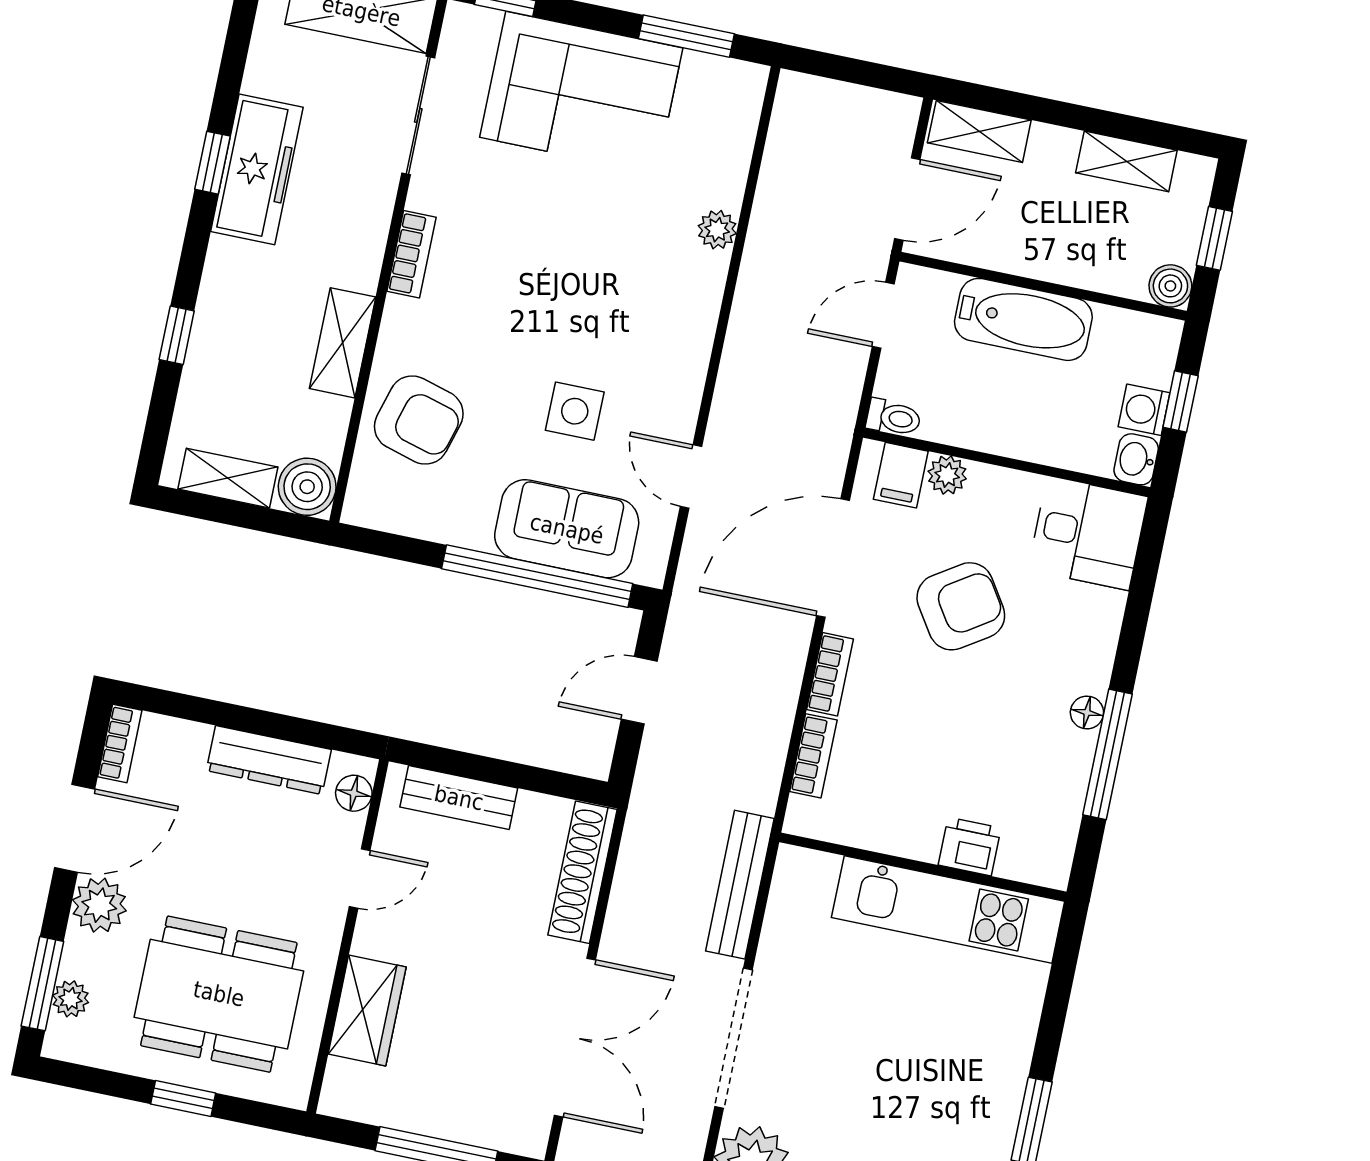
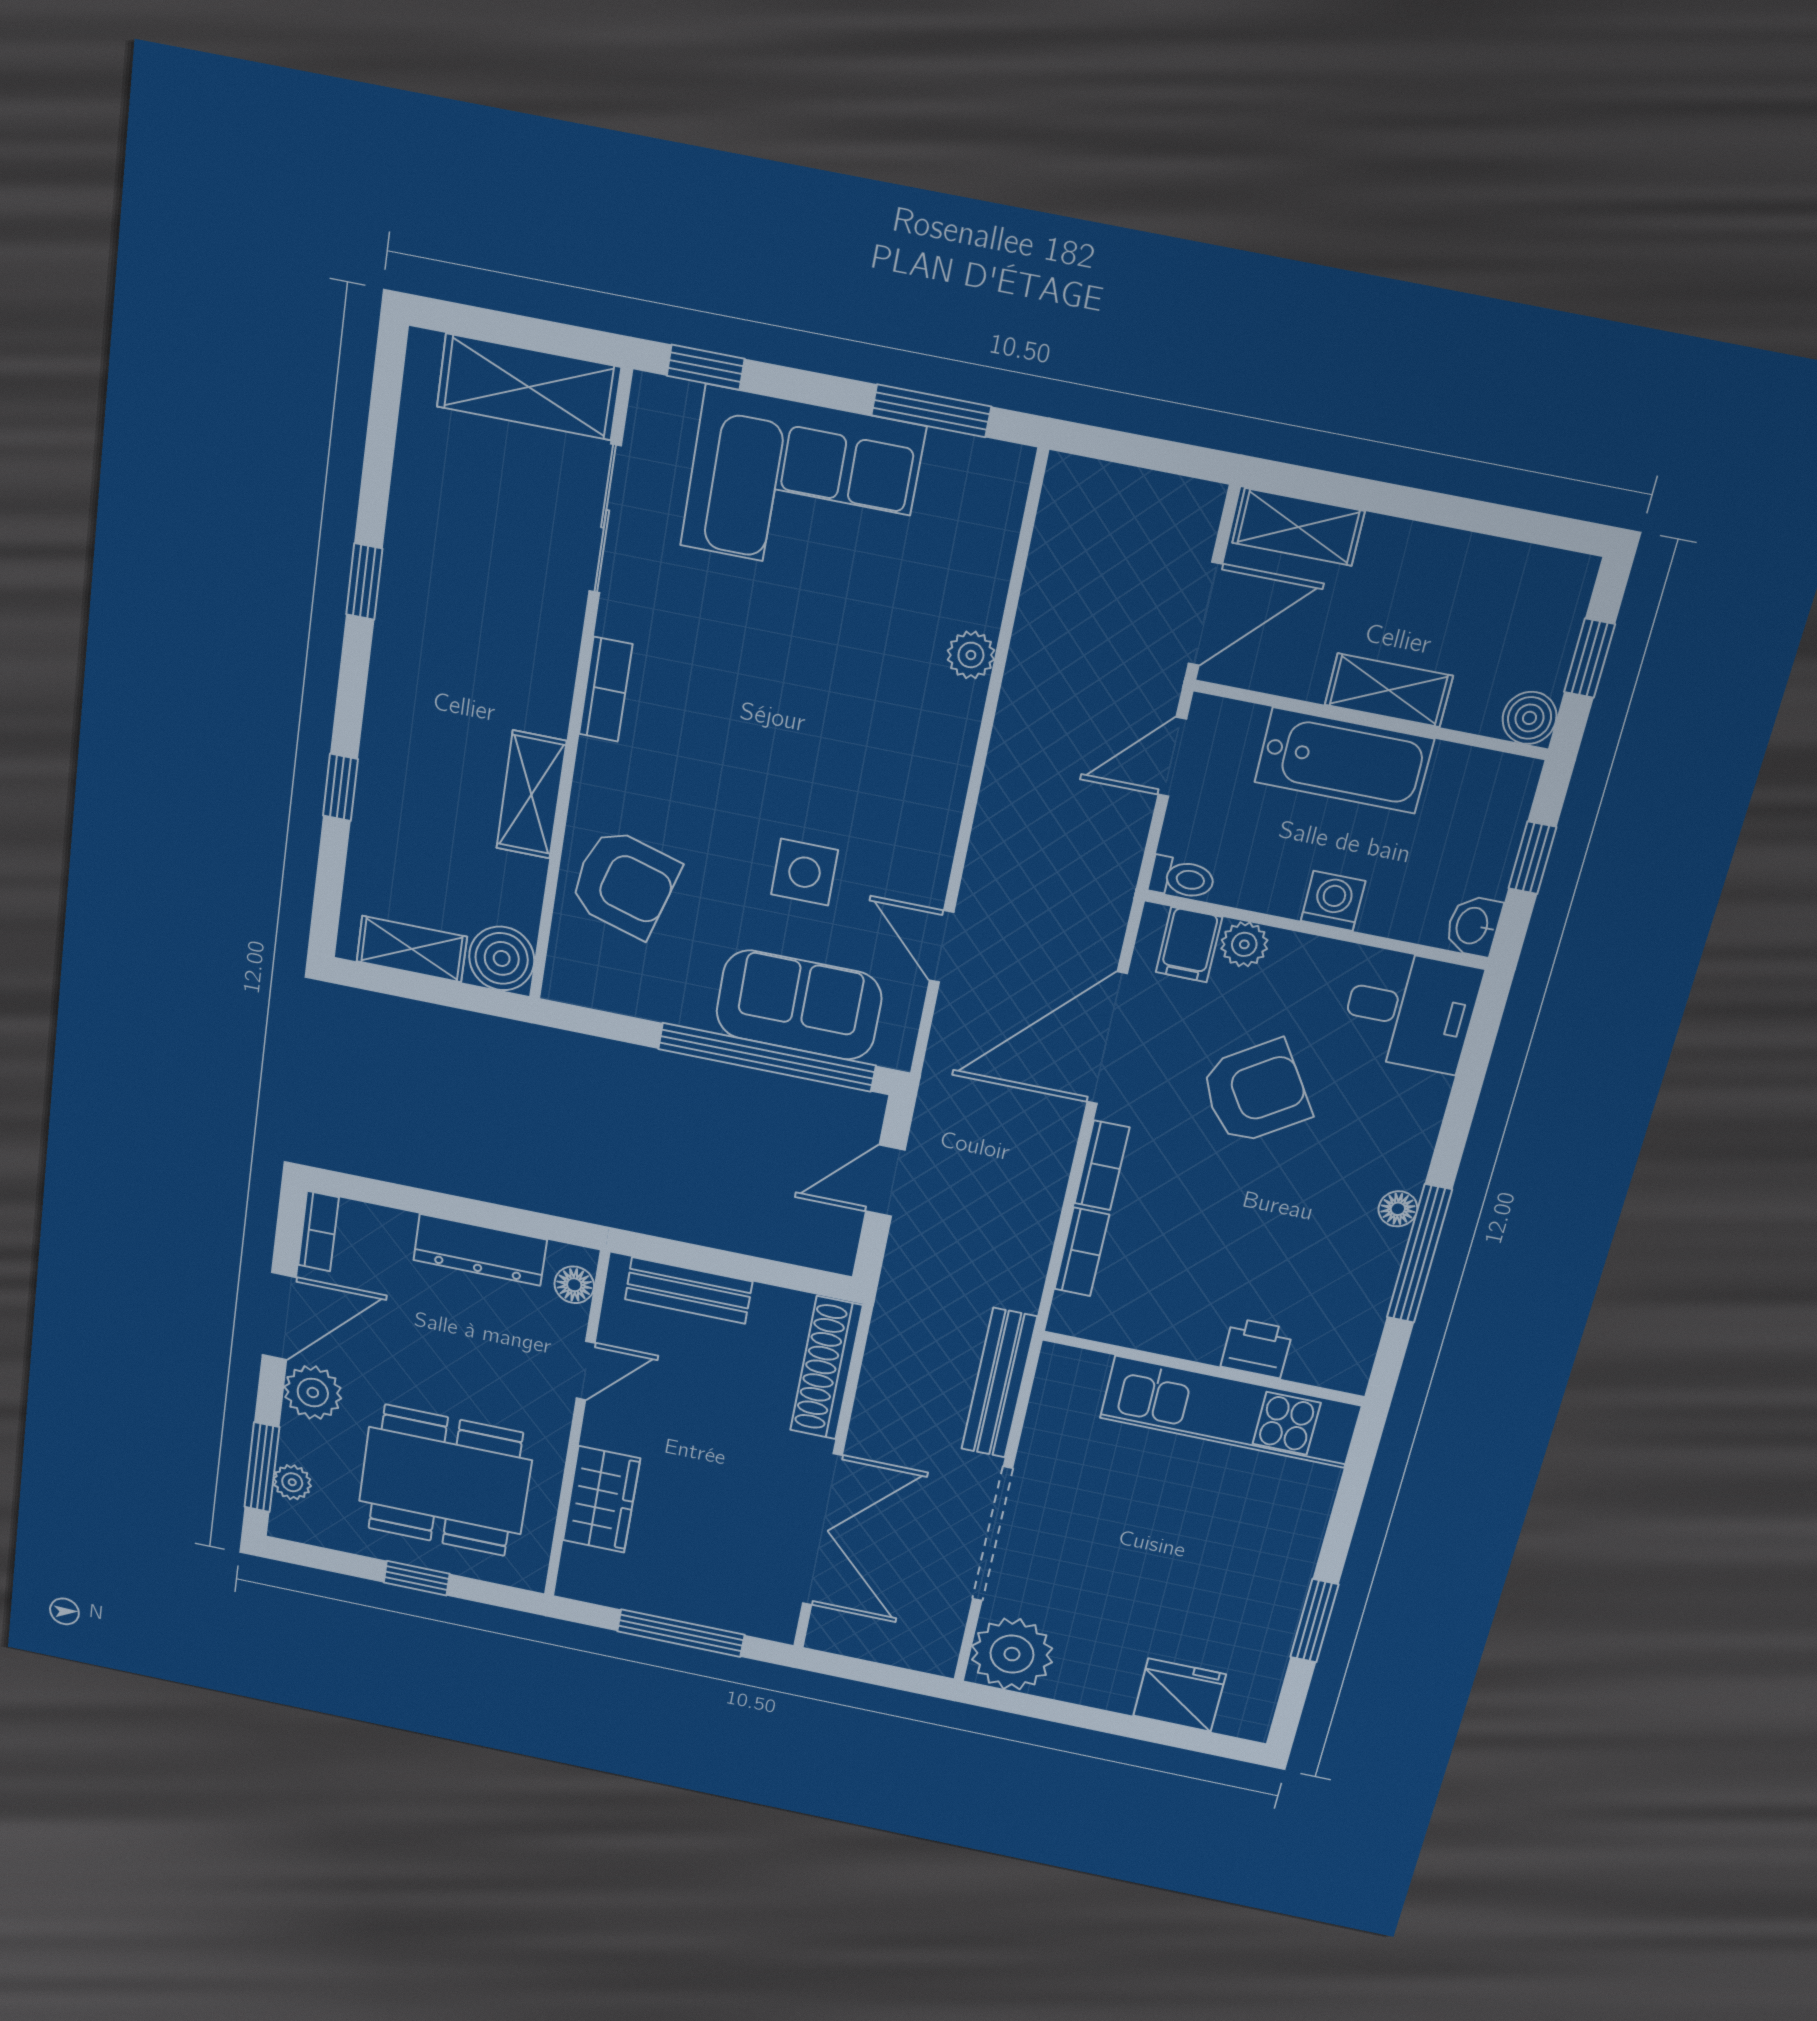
shelving: (1126, 161) -> (1389, 690), moved
freezer: (257, 169) -> (417, 589), removed
washing machine: (1144, 410) -> (1333, 901), moved, turned 90

